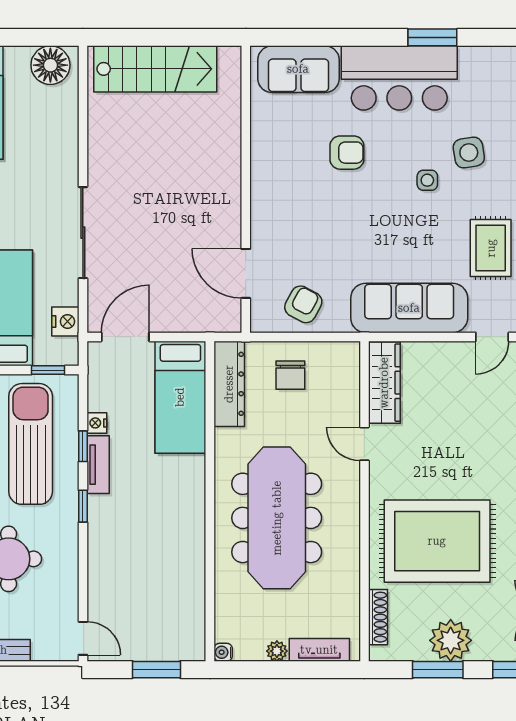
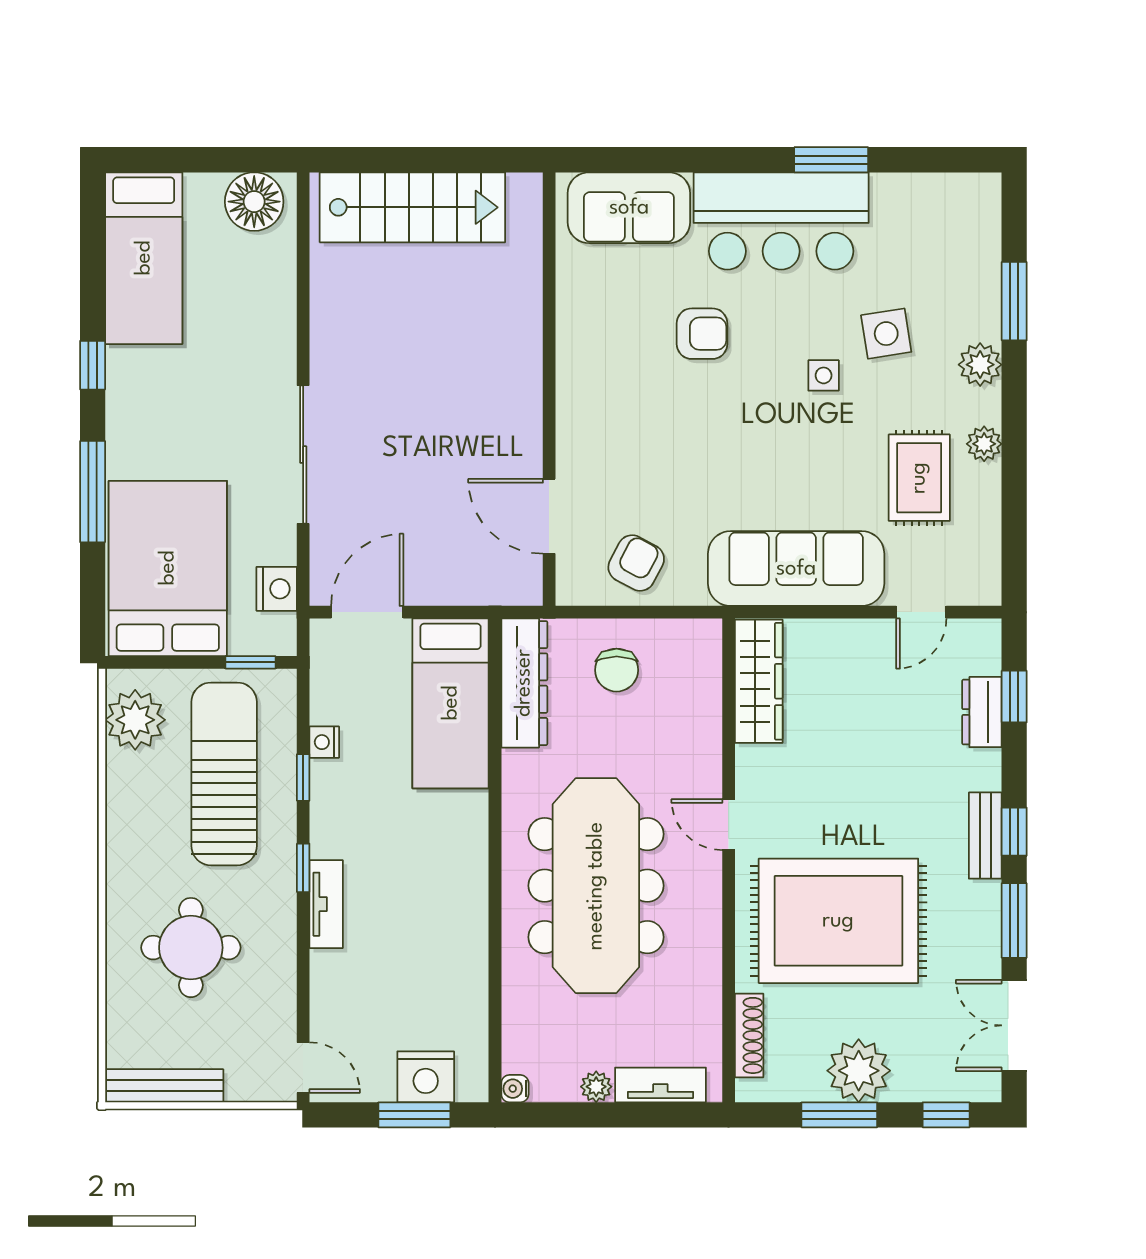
door: (364, 444) -> (729, 825), moved
tv unit: (98, 465) -> (326, 904), moved
nightstand: (164, 644) -> (426, 1077), added

